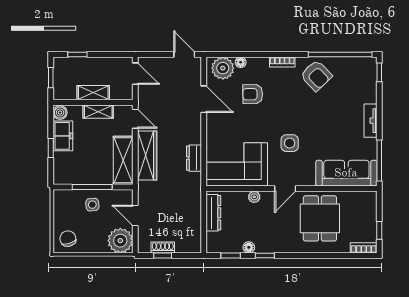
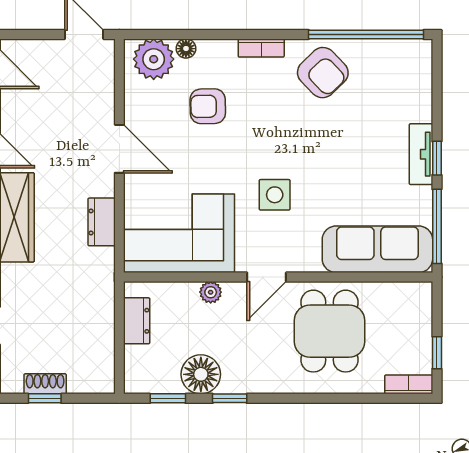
window: (379, 72) -> (437, 158), moved
door: (204, 99) -> (119, 149), moved
dresser: (213, 213) -> (137, 321), width x0.70
floor lamp: (249, 247) -> (201, 374), width x1.89, depth x1.89

